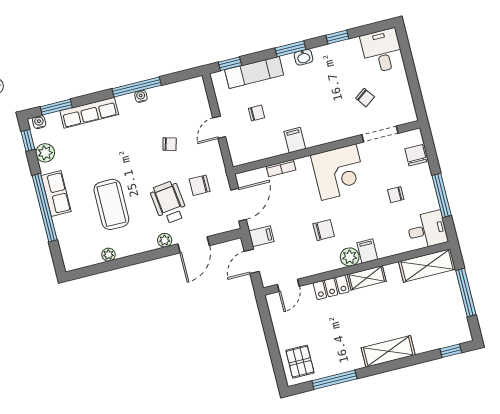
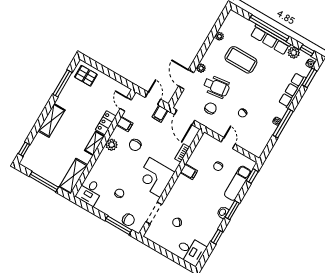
row of seats: (56, 194) -> (270, 40), width x1.48
window: (442, 195) -> (118, 225), moved
filing cabinet: (367, 251) -> (125, 124), moved

